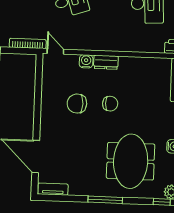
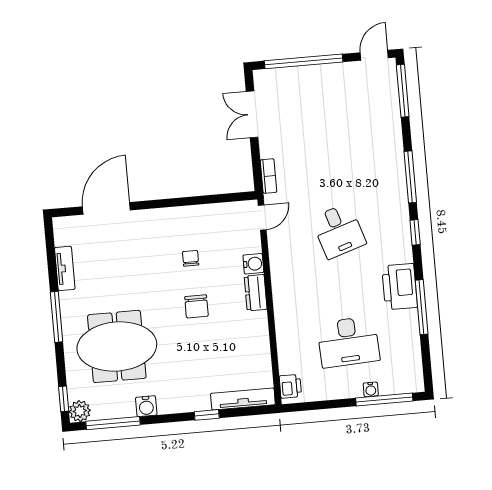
bookcase: (28, 43) -> (268, 176), width x0.64
chair: (77, 104) -> (191, 258), width x0.54, depth x0.54
tv unit: (53, 189) -> (65, 268), moved

